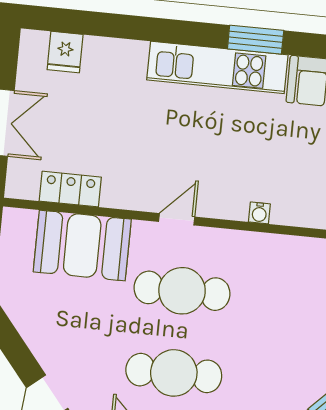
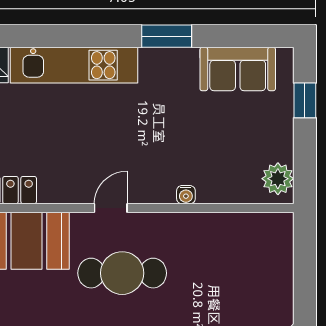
kitchen unit: (217, 67) -> (74, 65), moved

